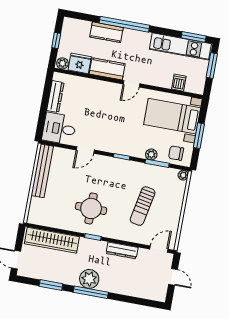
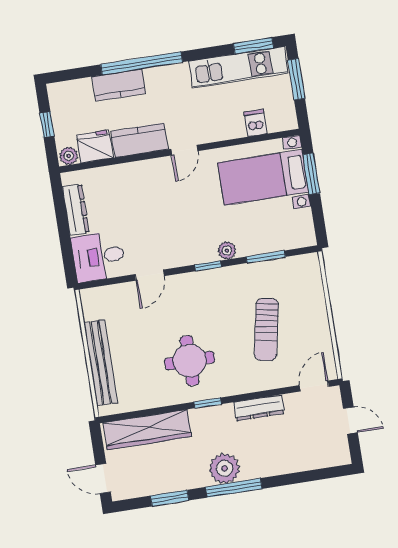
window: (199, 136) -> (311, 174), moved
chair: (176, 153) -> (289, 231), removed
plant: (151, 154) -> (227, 251), moved
bench: (42, 171) -> (101, 363), moved
plant: (183, 175) -> (312, 261), removed

